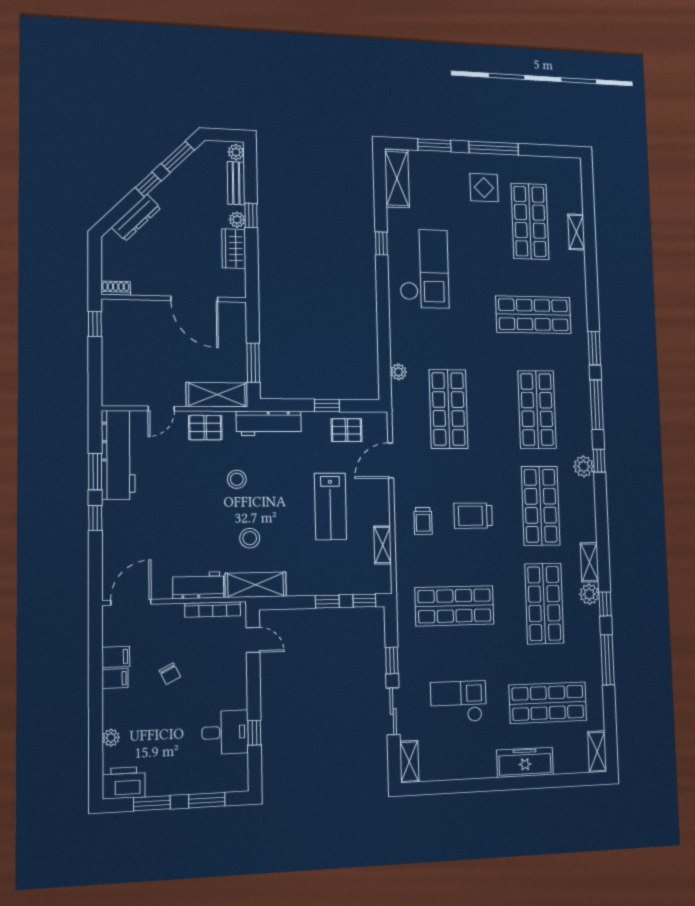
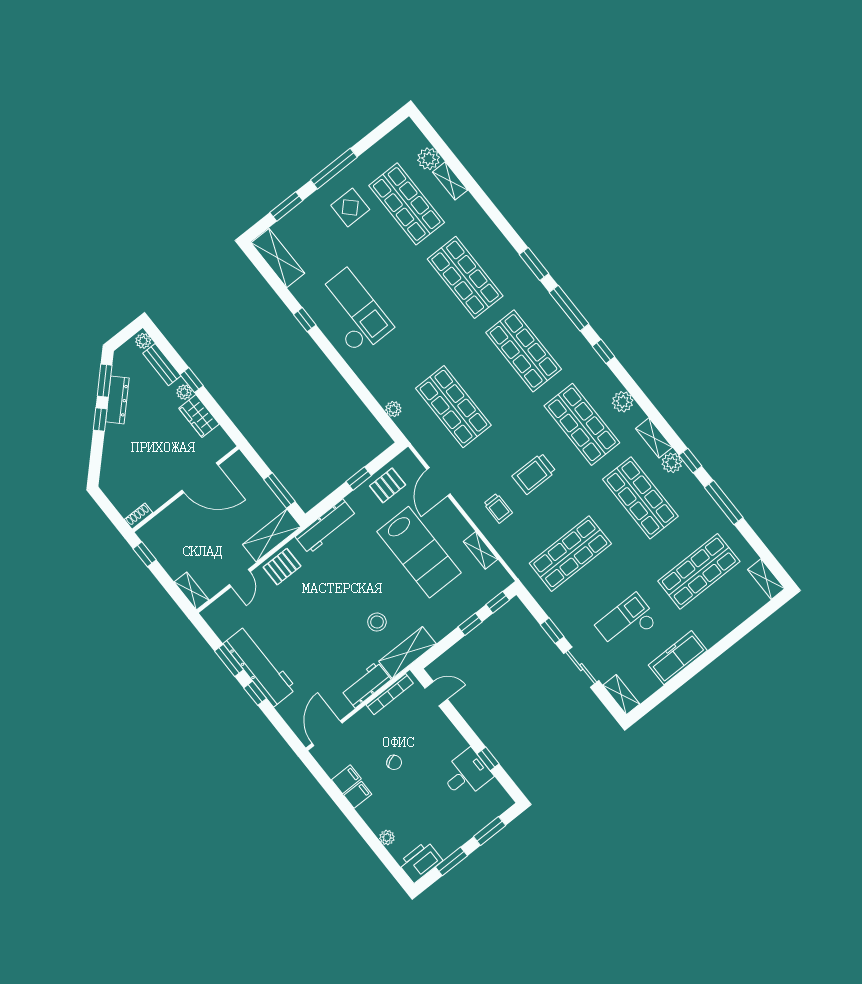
plant: (572, 202) -> (429, 159), added
dresser: (136, 218) -> (117, 400), moved
shop shelf: (533, 315) -> (465, 277), turned 90
shelving: (110, 387) -> (191, 591), added
workbench: (118, 455) -> (260, 666), moved
plant: (584, 466) -> (623, 402), moved
stool: (237, 479) -> (334, 586), removed
lab bench: (330, 506) -> (419, 552), width x1.36, depth x1.39
freezer: (525, 762) -> (678, 658), moved

